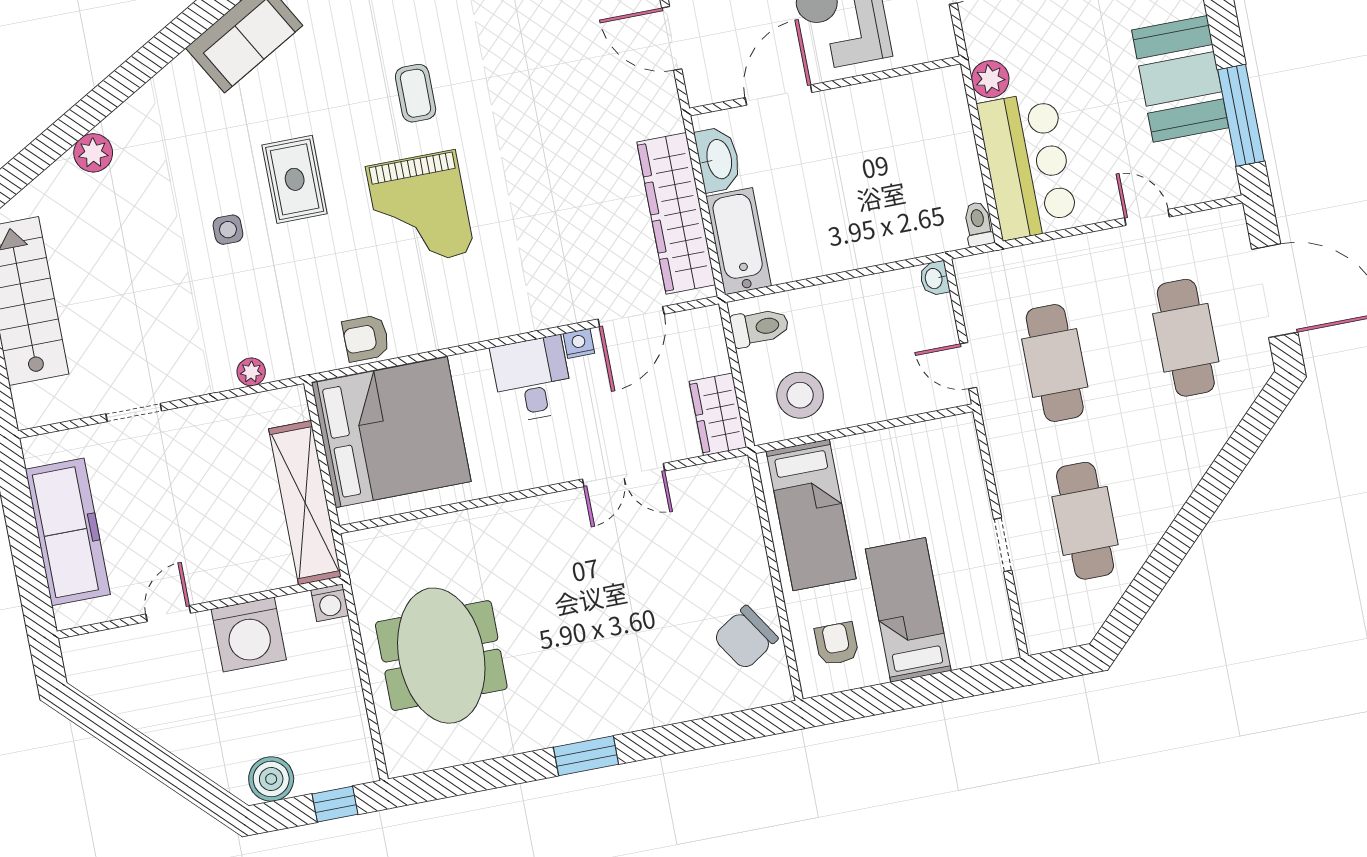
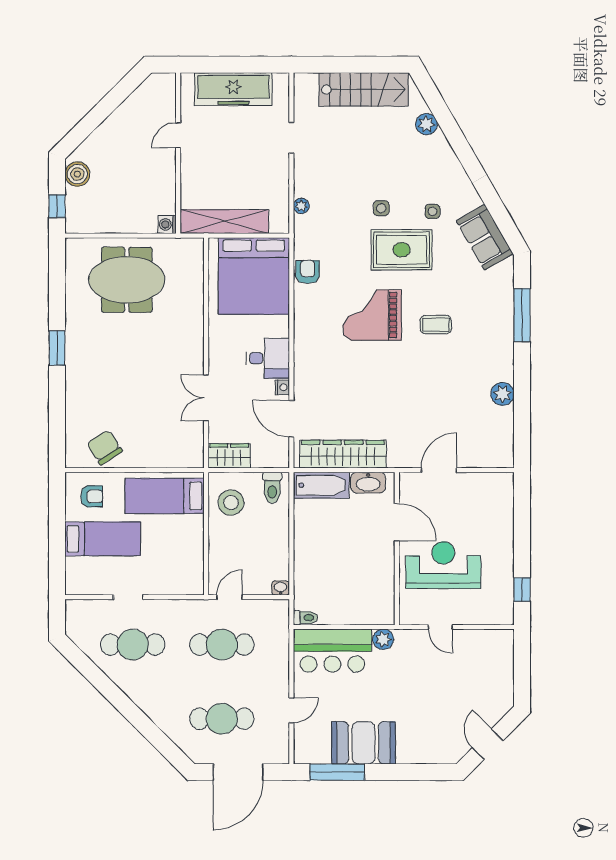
side table: (216, 138) -> (433, 211), added
plant: (93, 153) -> (426, 124), moved
rug: (295, 179) -> (402, 250), width x1.36, depth x1.43
door: (168, 614) -> (178, 135), swing flipped
washing machine: (249, 635) -> (158, 177), removed

